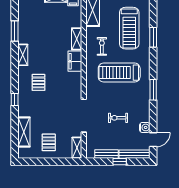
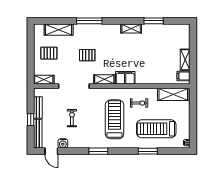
shelving: (77, 39) -> (104, 79), moved
pallet: (38, 82) -> (87, 55), moved
window: (15, 99) -> (89, 21), width x2.17

